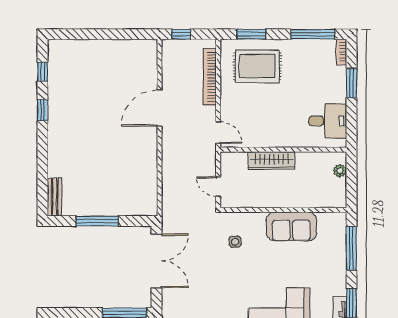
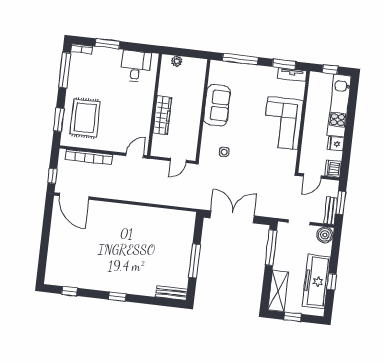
door: (159, 108) -> (74, 196), moved
window: (42, 110) -> (117, 297), moved

